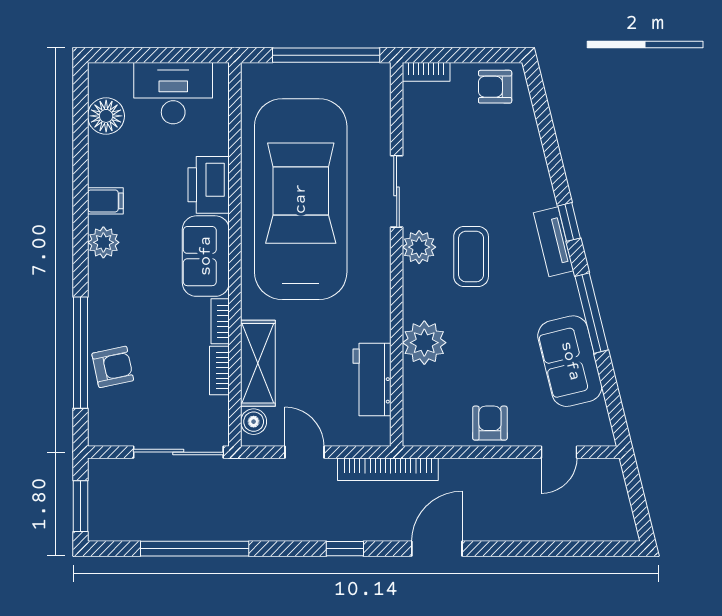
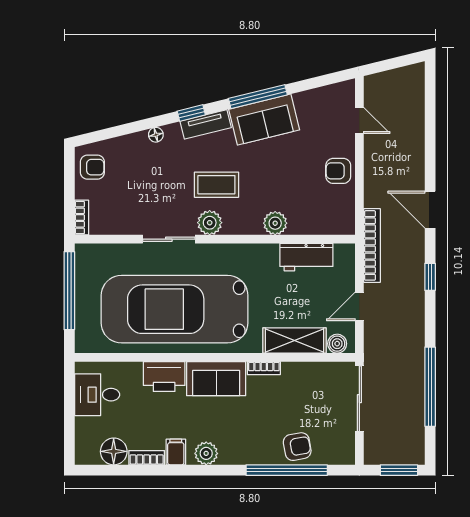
armchair: (495, 87) -> (92, 167), turned -90
desk: (173, 93) -> (97, 395), width x0.73
floor lamp: (539, 174) -> (156, 135), added
plant: (424, 343) -> (275, 223), width x0.73, depth x0.73
sofa: (570, 361) -> (264, 120), moved
armchair: (113, 367) -> (297, 447), turned 92
bookcase: (219, 370) -> (147, 458), moved, turned 180

